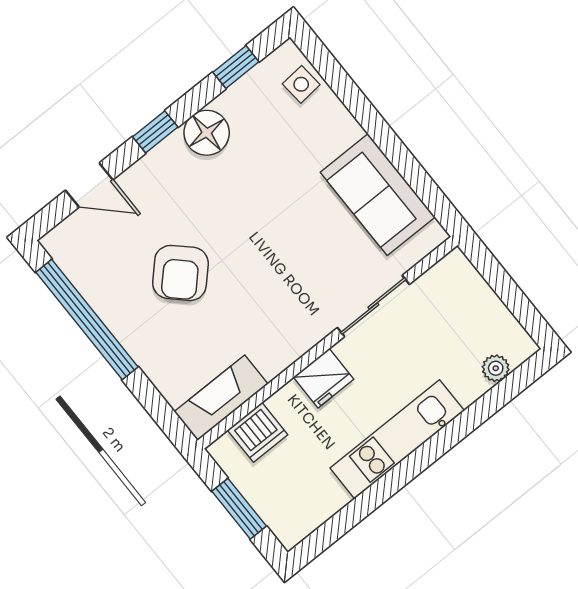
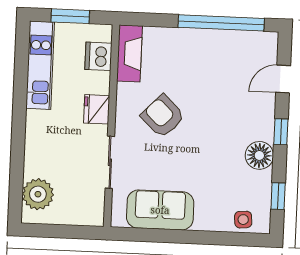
armchair: (180, 273) -> (163, 116), moved
plant: (496, 368) -> (38, 194), width x1.88, depth x1.88
kitchen unit: (397, 439) -> (40, 65), moved

